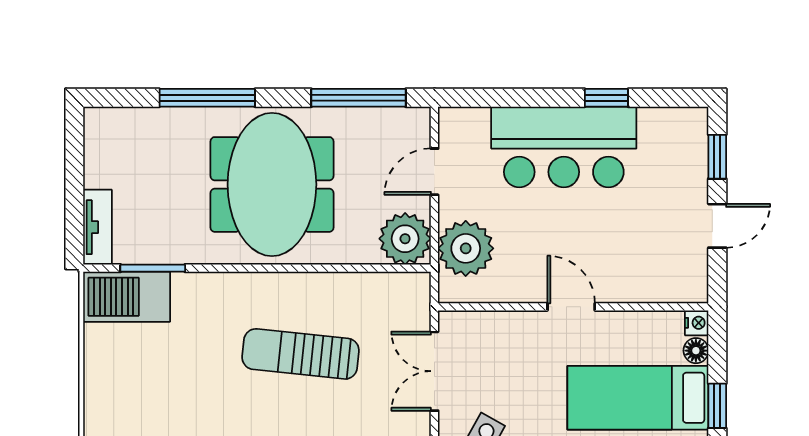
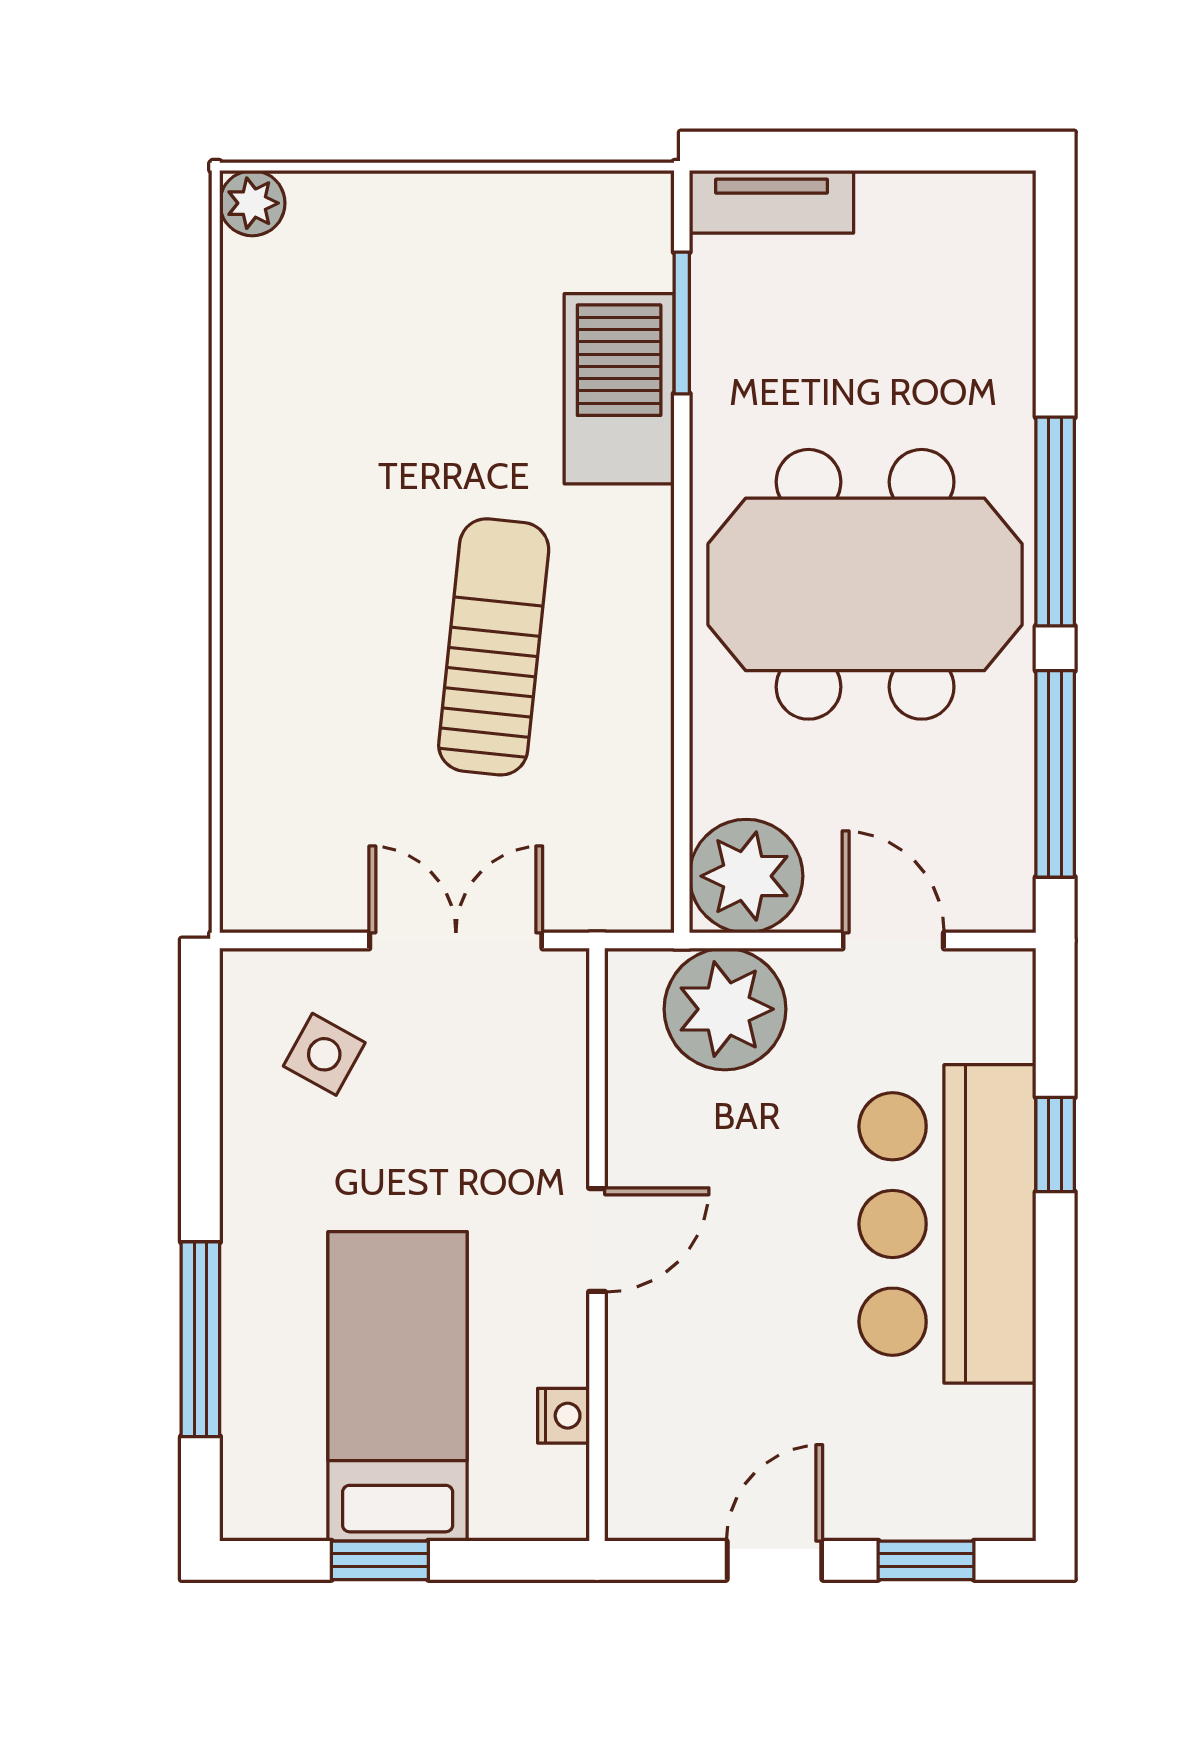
window: (207, 98) -> (1055, 522), moved
window: (606, 98) -> (1055, 1145), moved
door: (717, 226) -> (775, 1560), swing flipped
barbecue: (127, 297) -> (619, 389), moved
nightstand: (697, 323) -> (563, 1416), moved, turned -90
floor lamp: (696, 351) -> (501, 1514), removed

